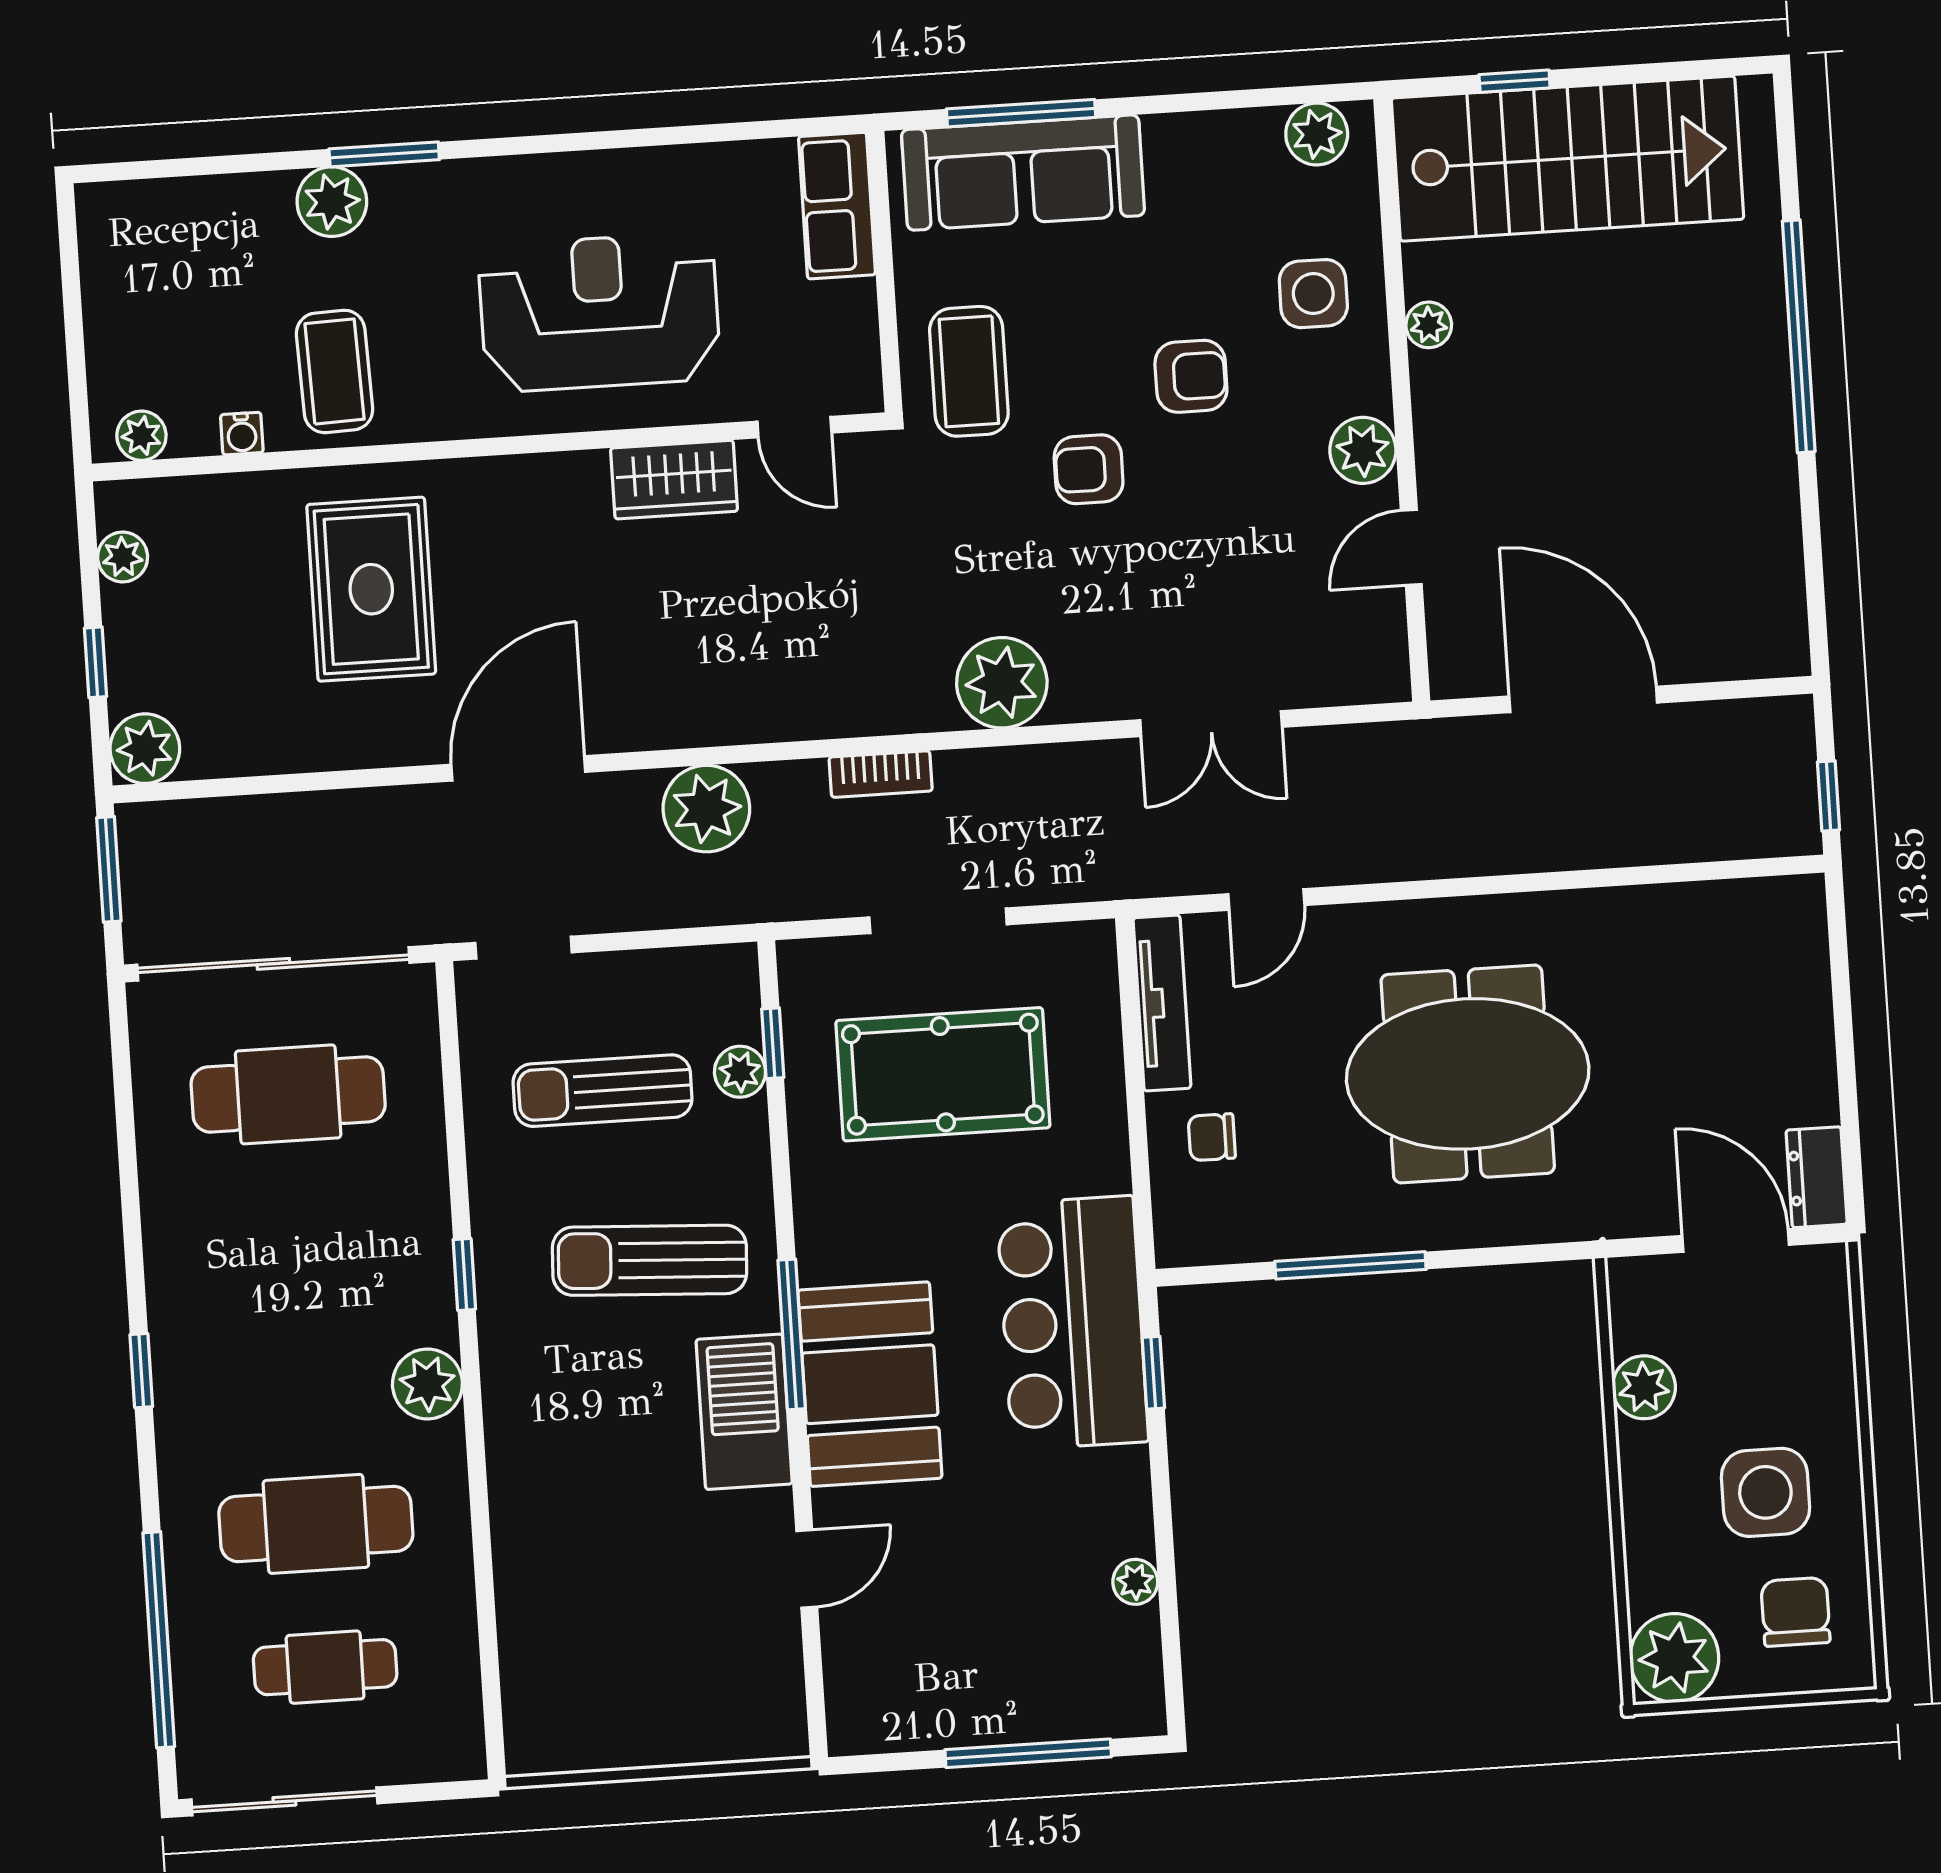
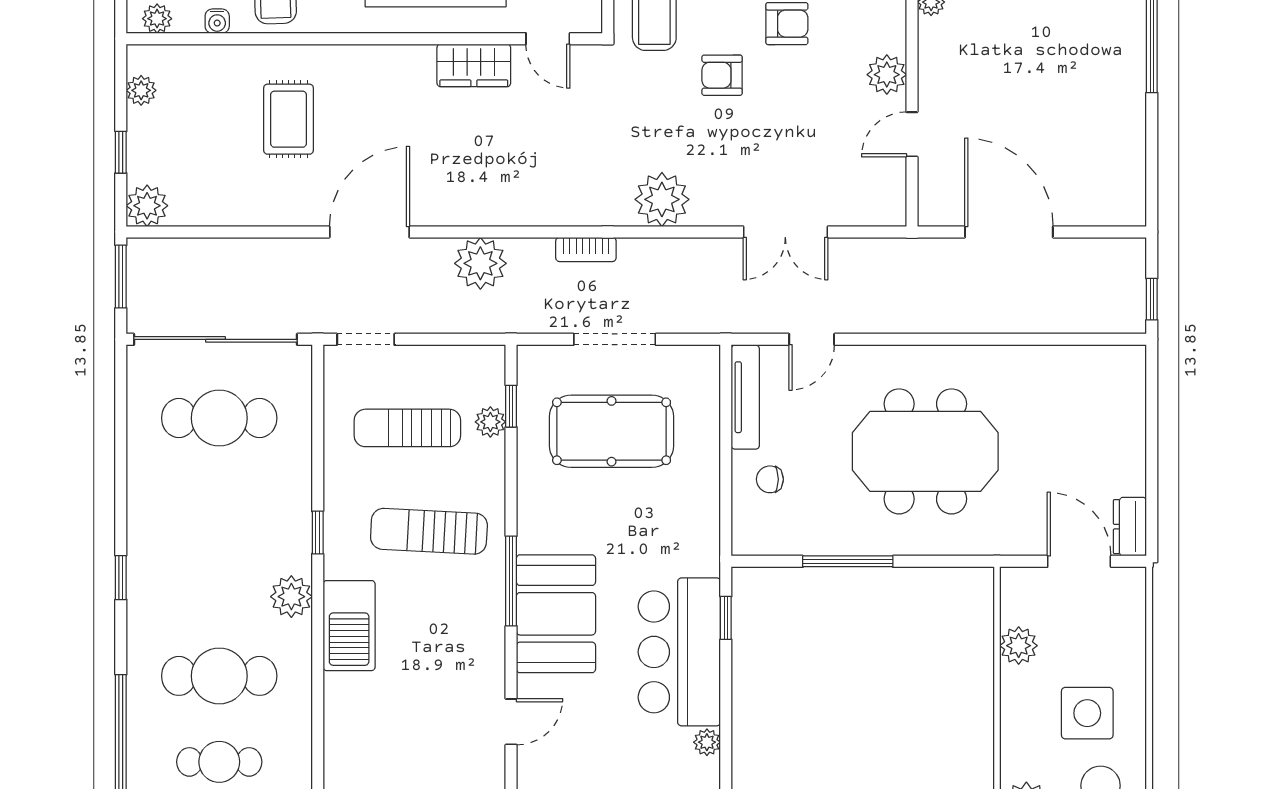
rug: (371, 589) -> (289, 119), width x0.73, depth x0.70
bar counter: (1072, 1323) -> (679, 652), moved
barbecue: (744, 1412) -> (349, 626), moved, turned 180

